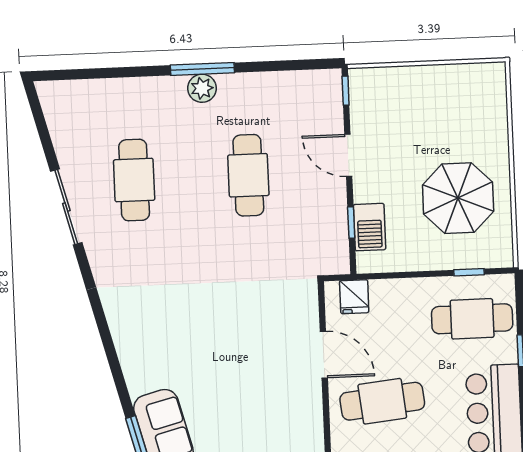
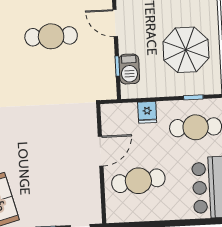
cafe table: (248, 175) -> (51, 36), turned 90
fridge: (354, 297) -> (147, 112), moved
door: (324, 355) -> (101, 151), hinge flipped

